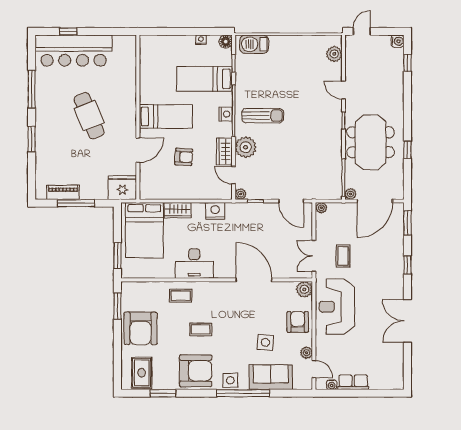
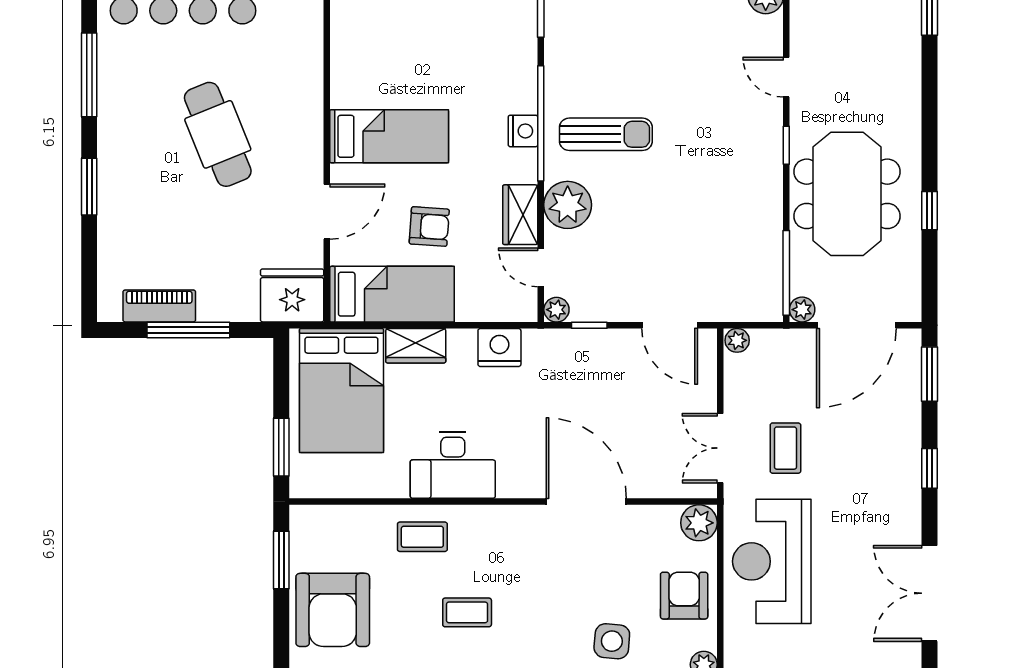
bed: (204, 79) -> (392, 294), moved, turned 180

